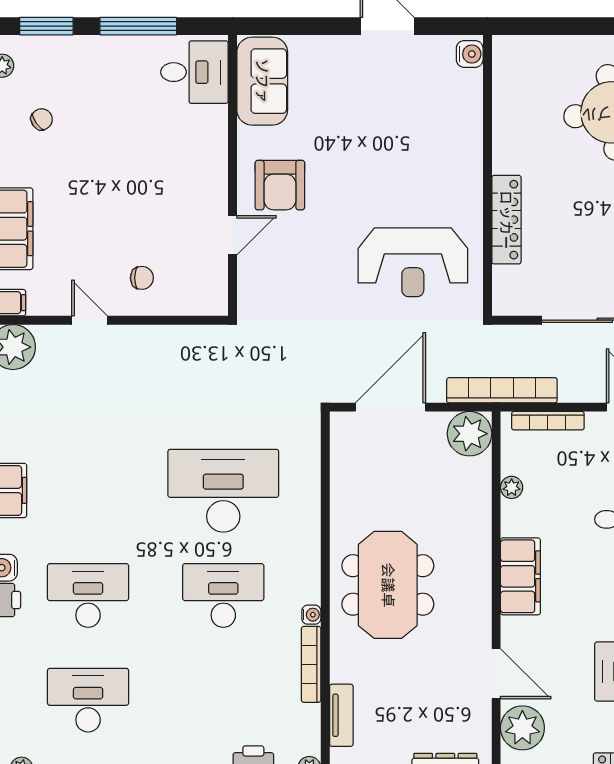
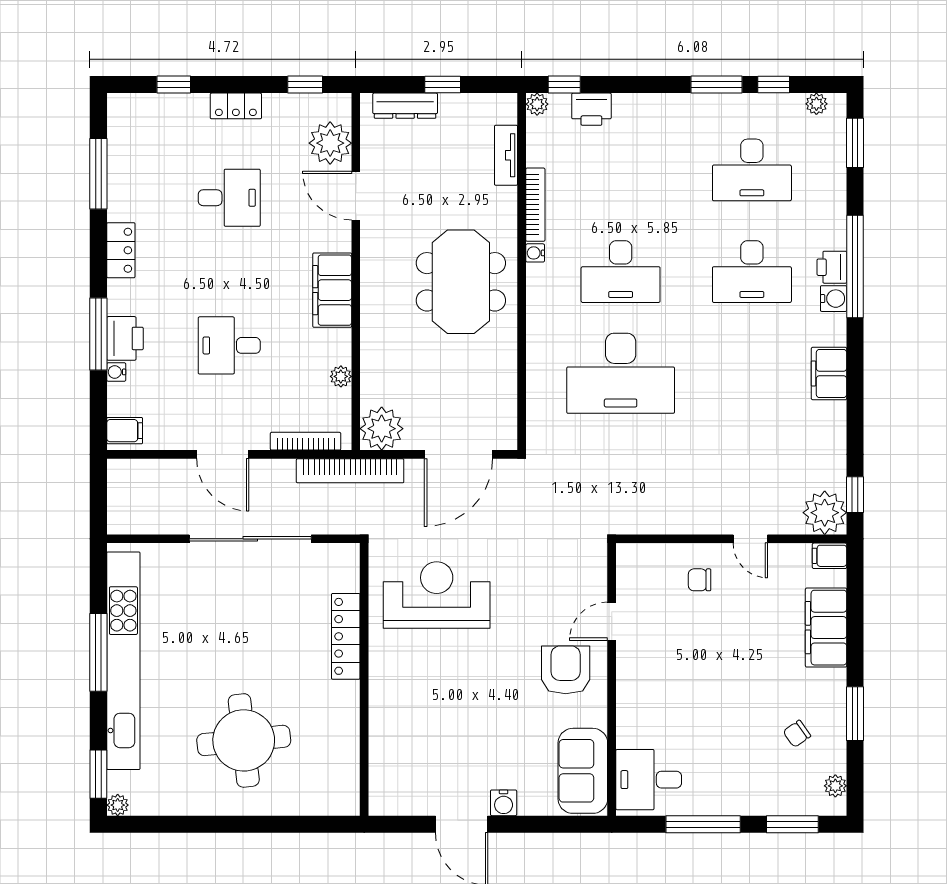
water cooler: (470, 54) -> (504, 803), moved, turned -90

